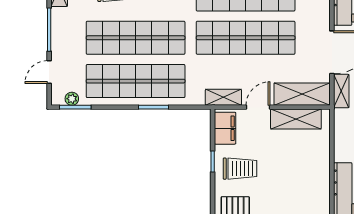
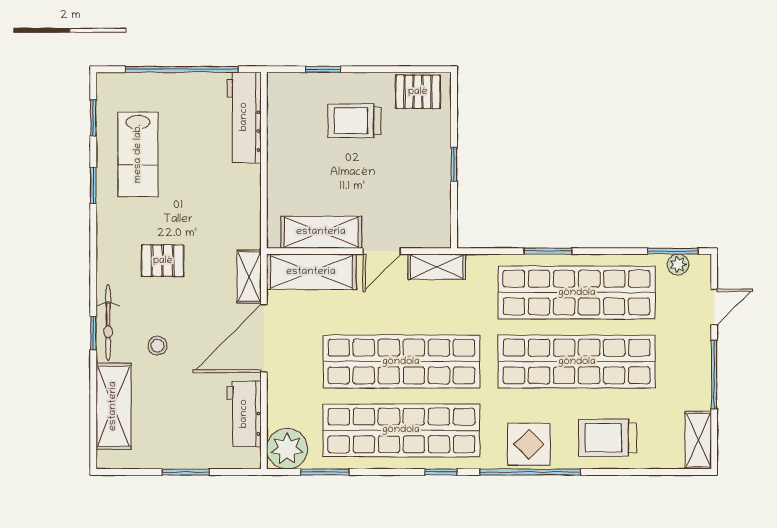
filing cabinet: (225, 128) -> (434, 218), removed
trolley: (240, 169) -> (355, 121), moved

